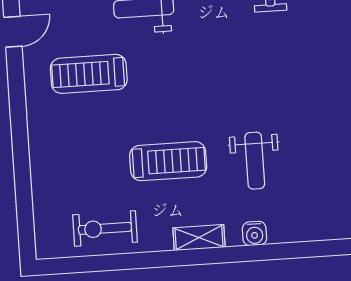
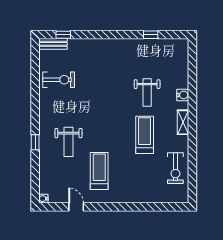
treadmill: (89, 74) -> (99, 171), turned 180
weight bench: (255, 161) -> (147, 92), turned 90

